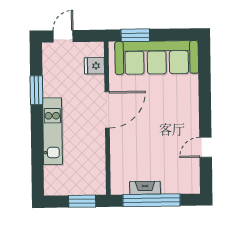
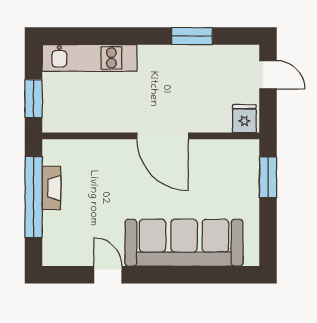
sofa: (157, 57) -> (184, 243), moved, turned 90
fridge: (94, 66) -> (244, 119), moved
kitchen unit: (52, 131) -> (90, 58), moved

